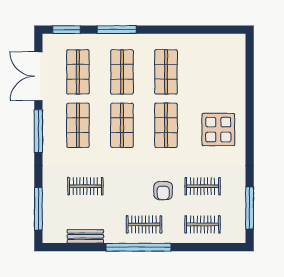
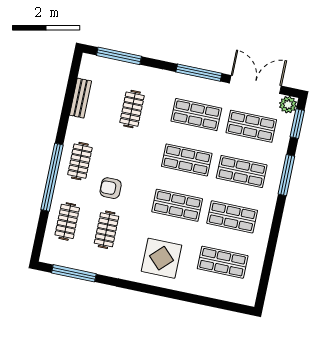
plant: (51, 42) -> (288, 105), added
shop shelf: (210, 72) -> (223, 262), added
window: (139, 247) -> (52, 177), moved

